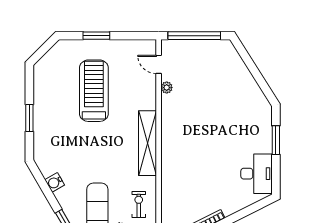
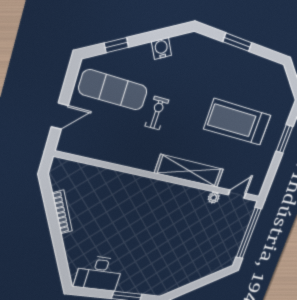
treadmill: (94, 91) -> (238, 122), turned 180
shelving: (147, 143) -> (190, 171), moved
exercise bike: (139, 205) -> (157, 113), moved, turned -90

